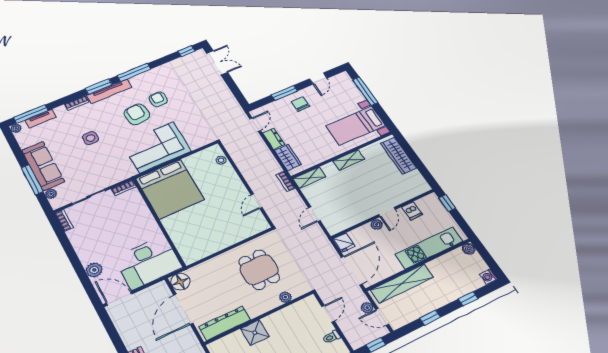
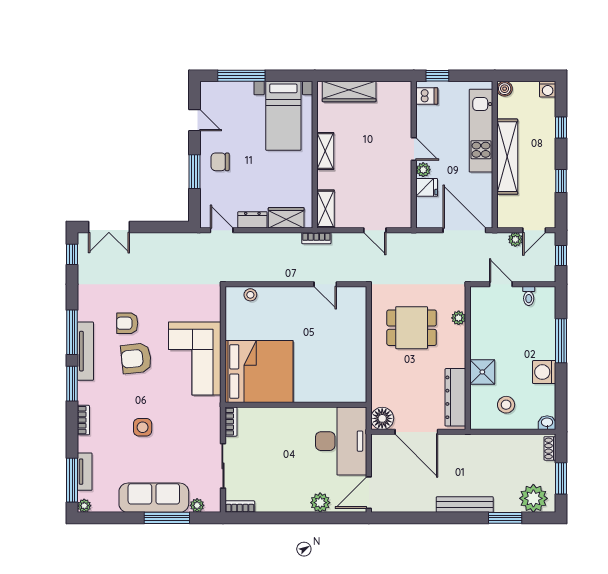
double door: (217, 63) -> (109, 227), swing flipped
tv unit: (109, 91) -> (85, 351), moved
dishwasher: (412, 211) -> (427, 96), moved
fridge: (344, 243) -> (427, 187), moved
shelving: (402, 284) -> (507, 157), moved

